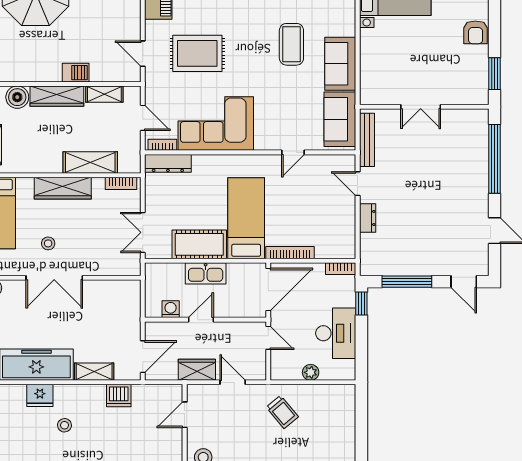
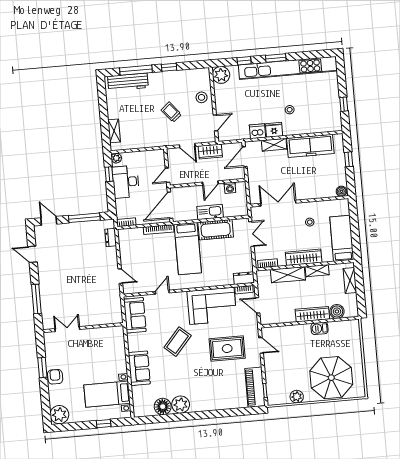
coffee table: (291, 44) -> (178, 342), moved, turned 41
sofa: (340, 64) -> (139, 368), moved
barbecue: (76, 73) -> (319, 328), moved
window: (494, 74) -> (42, 368), moved
shelving: (104, 94) -> (317, 271), moved
double door: (421, 107) -> (67, 329), moved
bench: (367, 140) -> (117, 304), removed
window: (494, 159) -> (36, 299), width x0.68
dresser: (168, 163) -> (244, 278), width x0.70
dresser: (368, 218) -> (111, 238), moved
double door: (54, 278) -> (278, 203), moved
window: (361, 304) -> (109, 174), moved
door: (268, 338) -> (168, 175), hinge flipped
plant: (311, 372) -> (116, 158), moved
fridge: (40, 395) -> (274, 130), moved
trolley: (282, 412) -> (171, 112), moved
shelving: (347, 416) -> (114, 131), added

